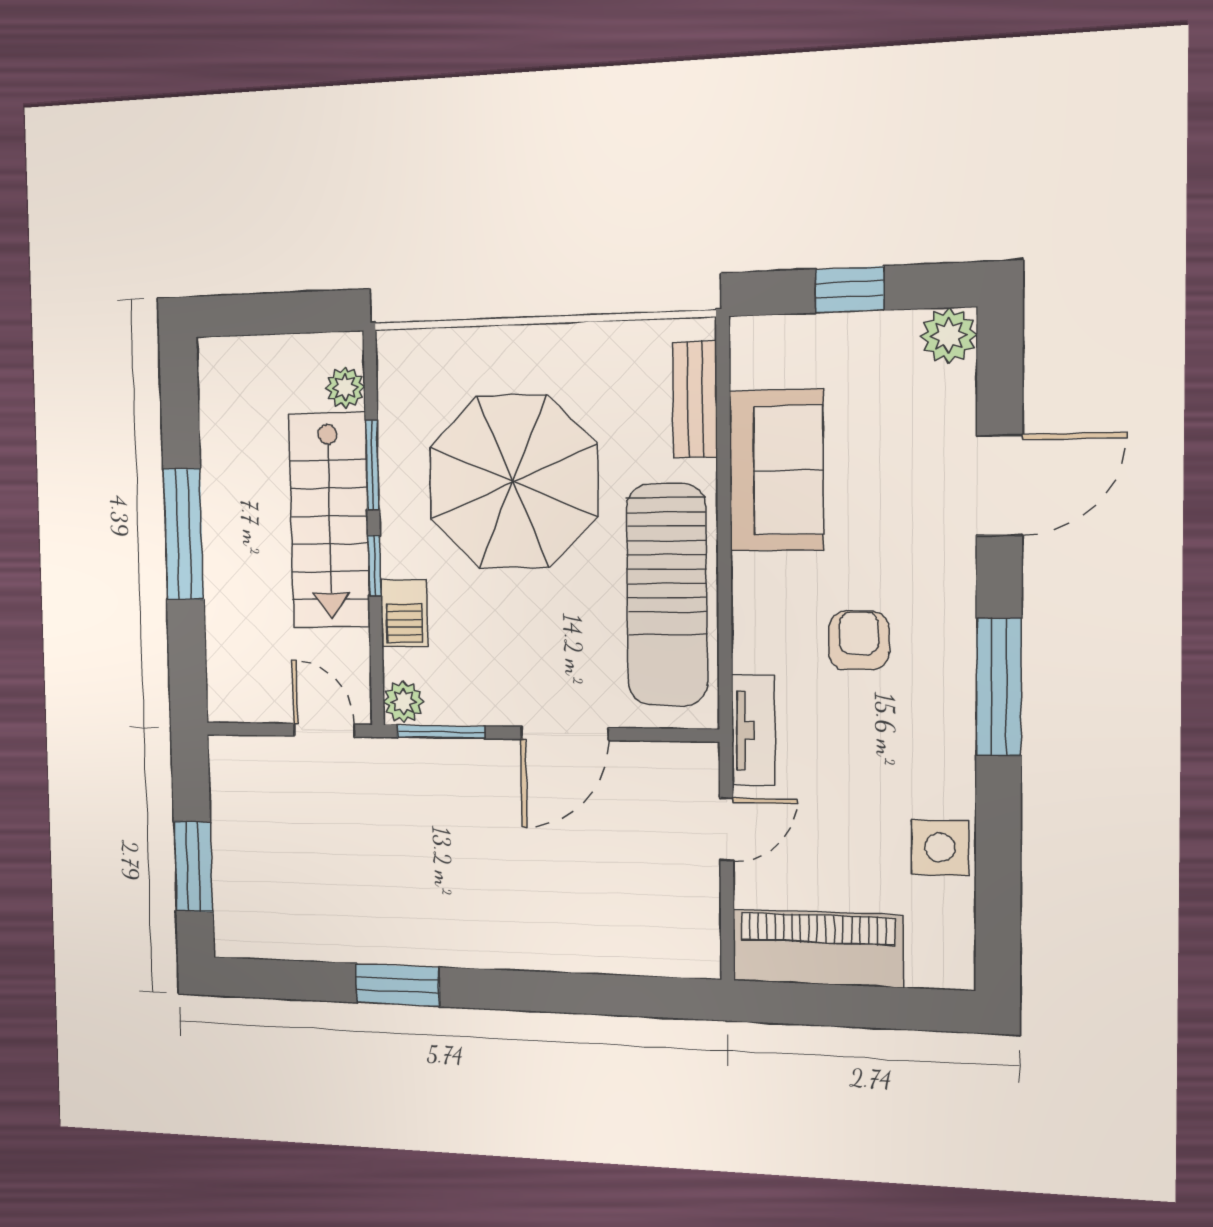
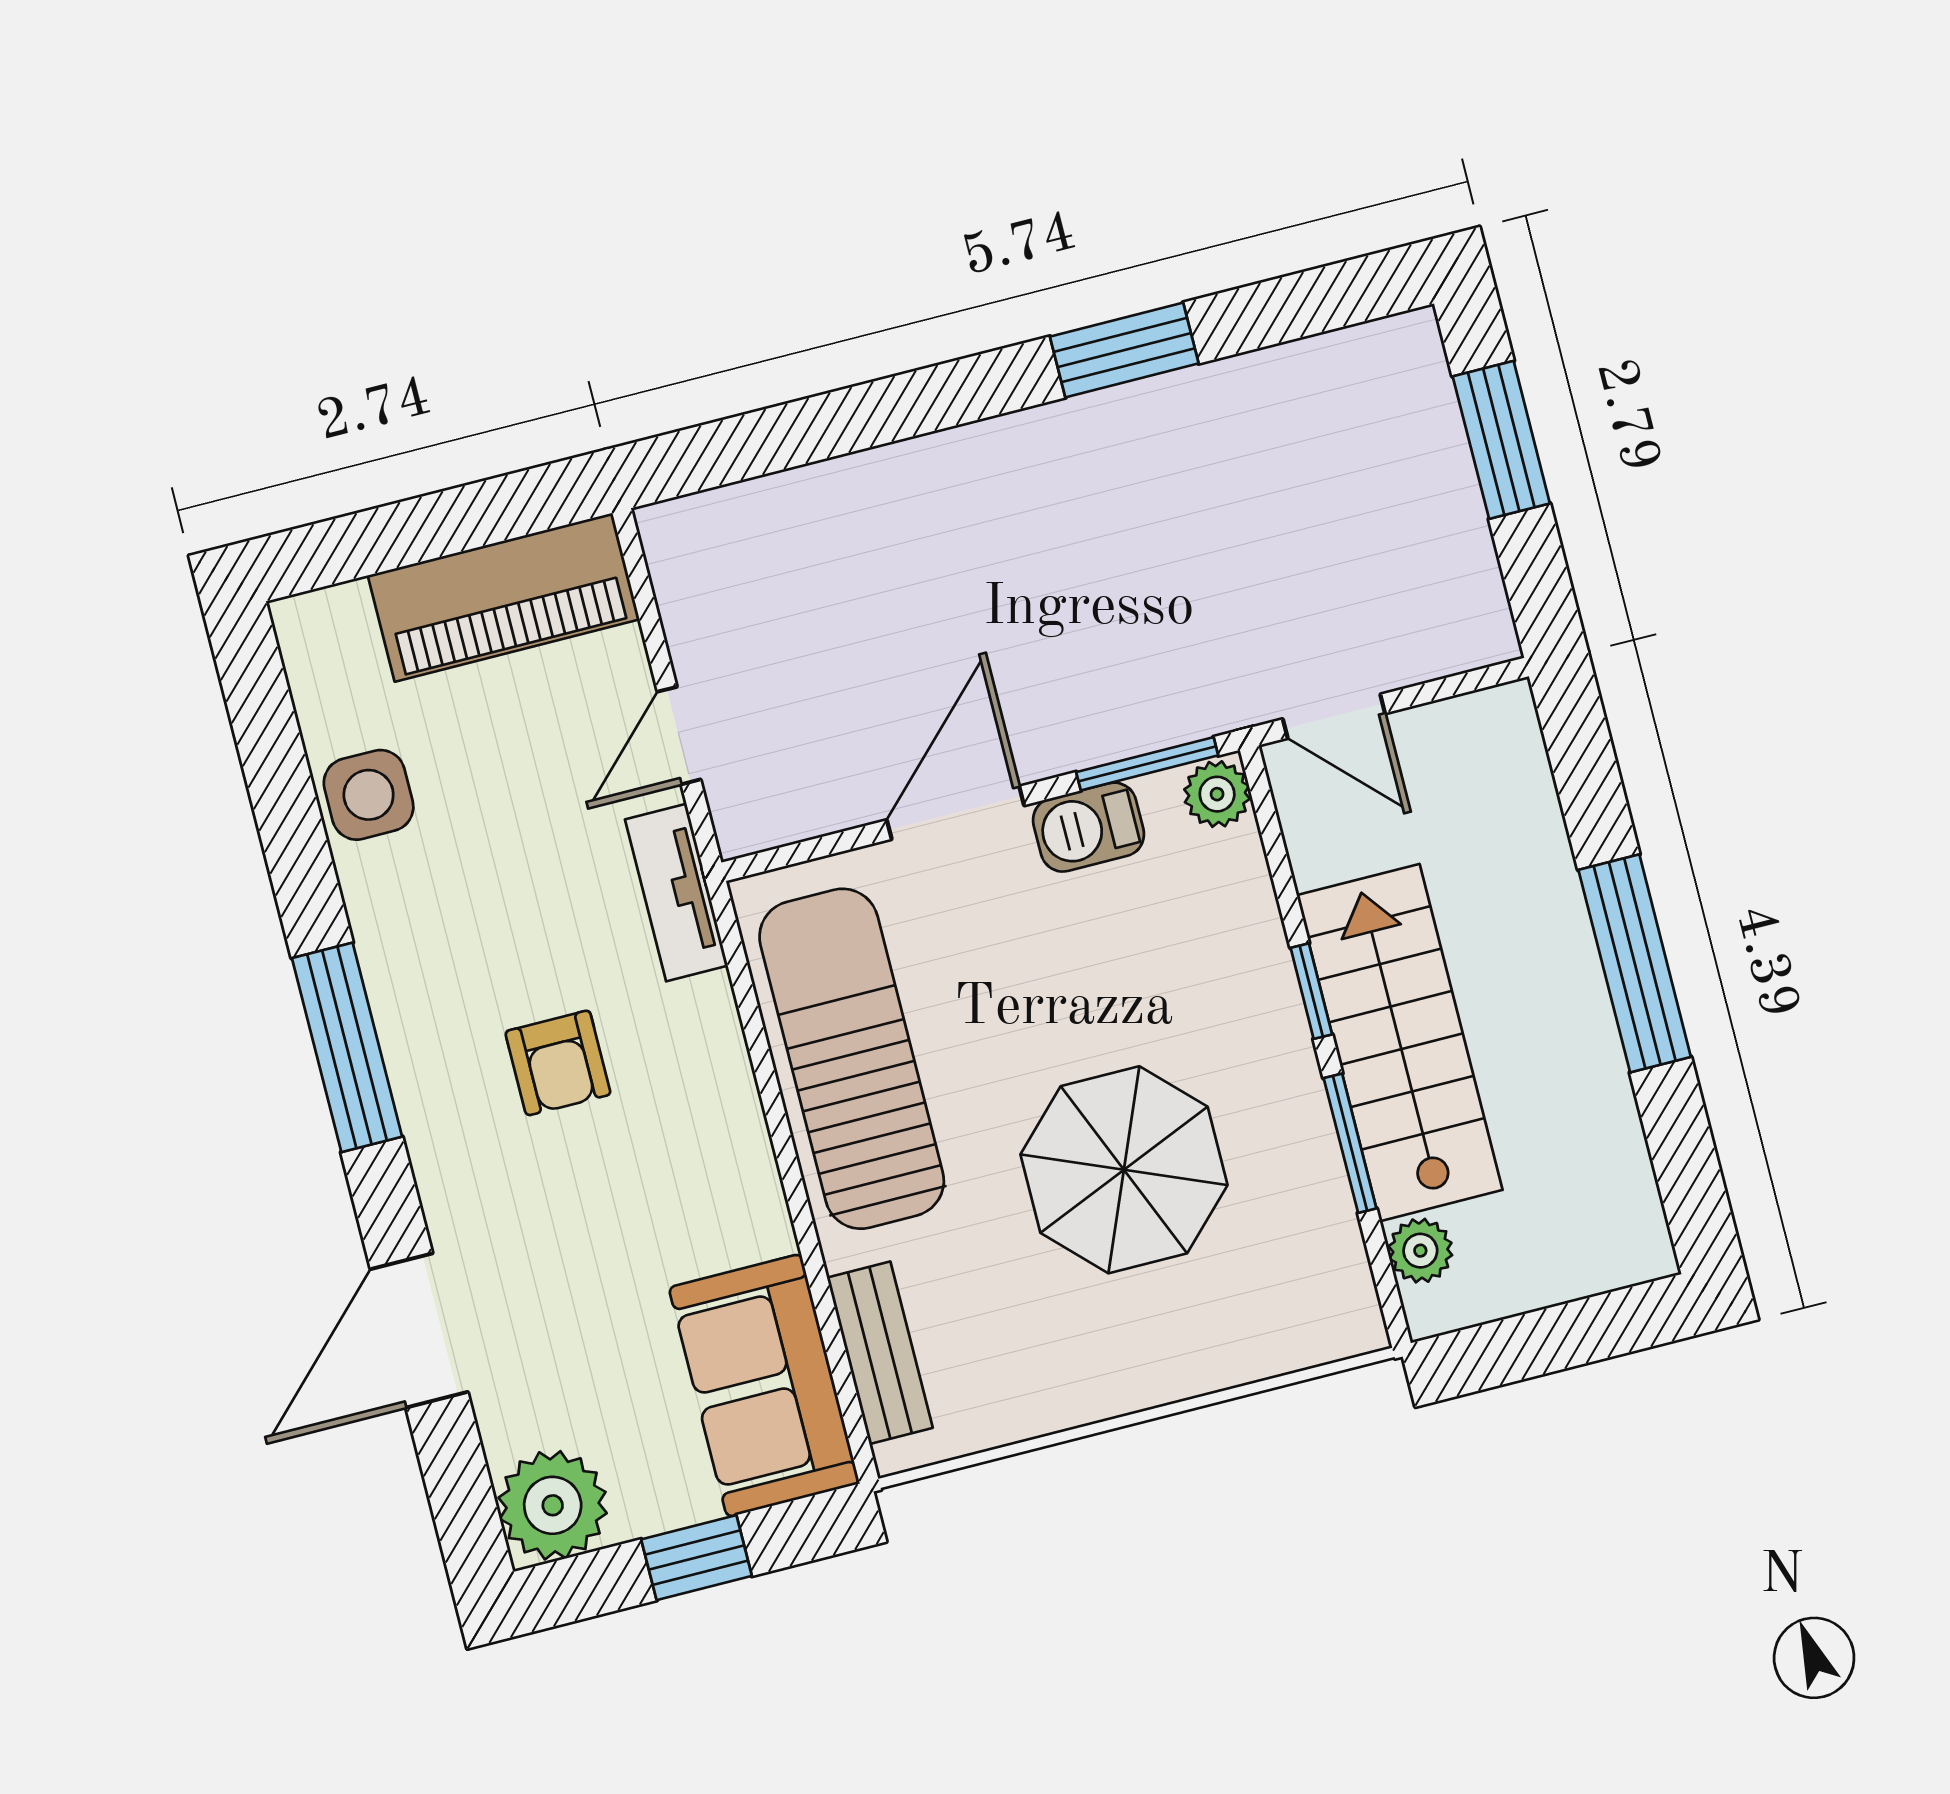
plant: (949, 336) -> (553, 1505), width x1.36, depth x1.36
sofa: (776, 470) -> (764, 1385), moved
parasol: (513, 482) -> (1124, 1170), width x0.73, depth x0.73
barbecue: (404, 613) -> (1089, 827), moved, turned -90

